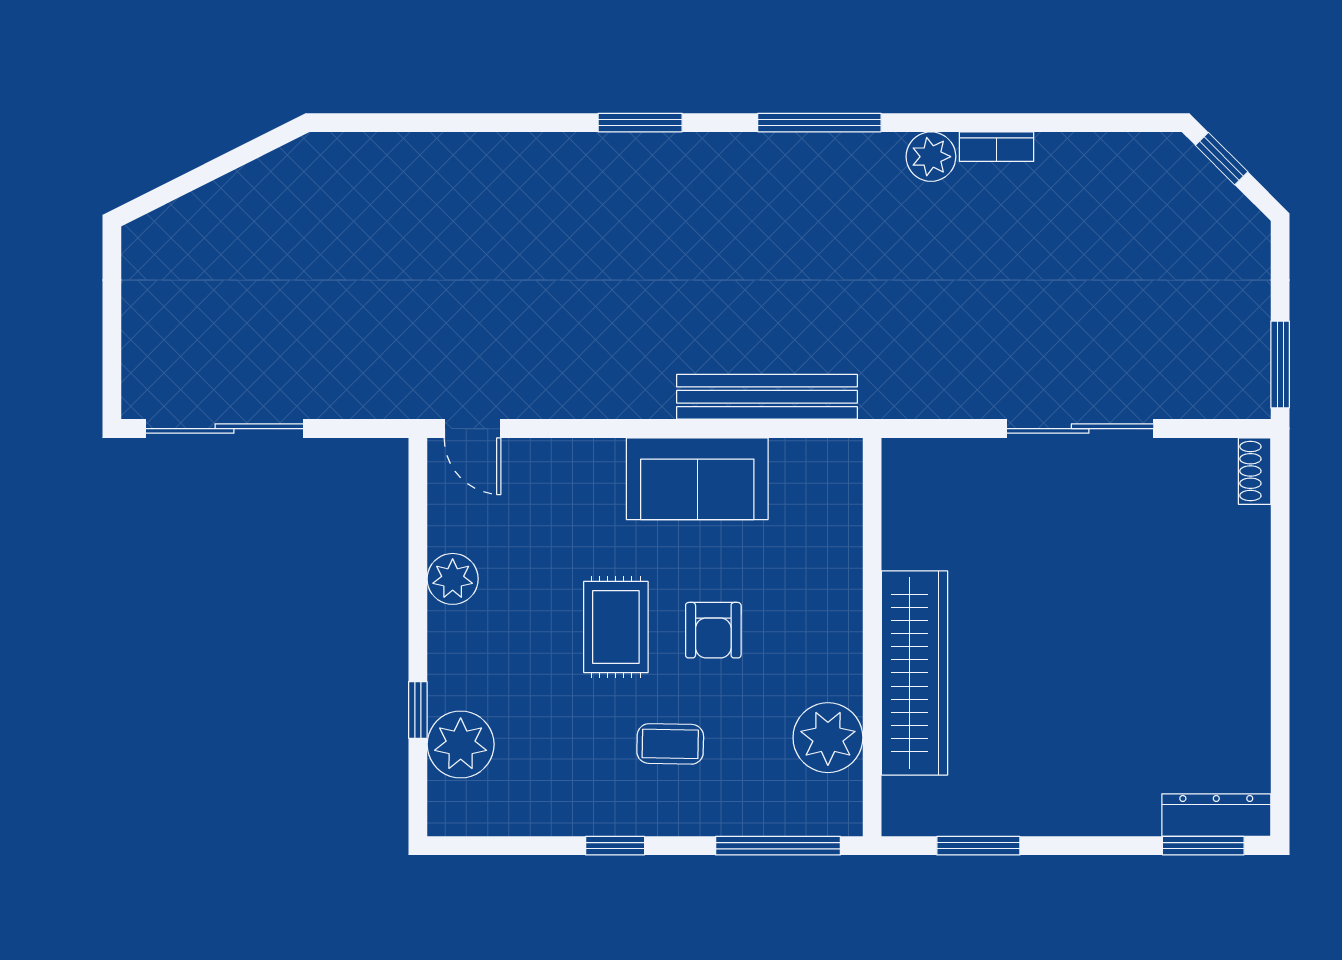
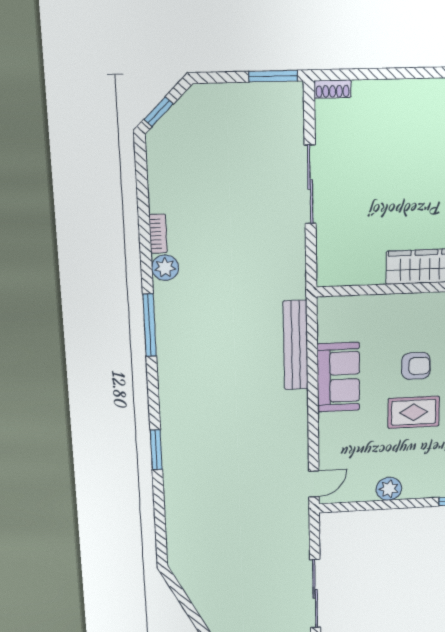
window: (640, 123) -> (156, 450), moved

